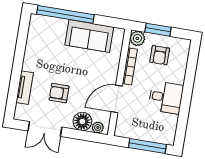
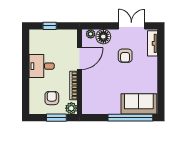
sofa: (89, 36) -> (139, 104), moved
tv unit: (25, 88) -> (153, 43), moved
armchair: (59, 93) -> (125, 56), turned 90
window: (147, 146) -> (50, 26), width x0.46

